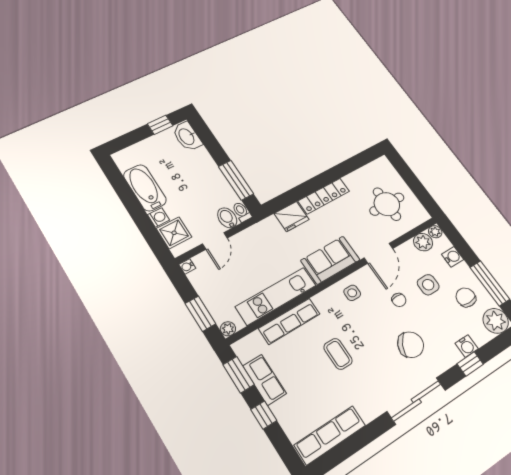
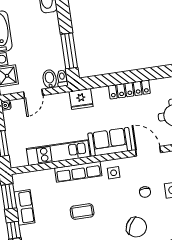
fridge: (292, 217) -> (81, 99), moved
door: (378, 253) -> (148, 151), swing flipped
row of seats: (289, 321) -> (78, 172), moved
plant: (228, 329) -> (15, 162), removed
coffee table: (338, 354) -> (82, 211), turned 90

